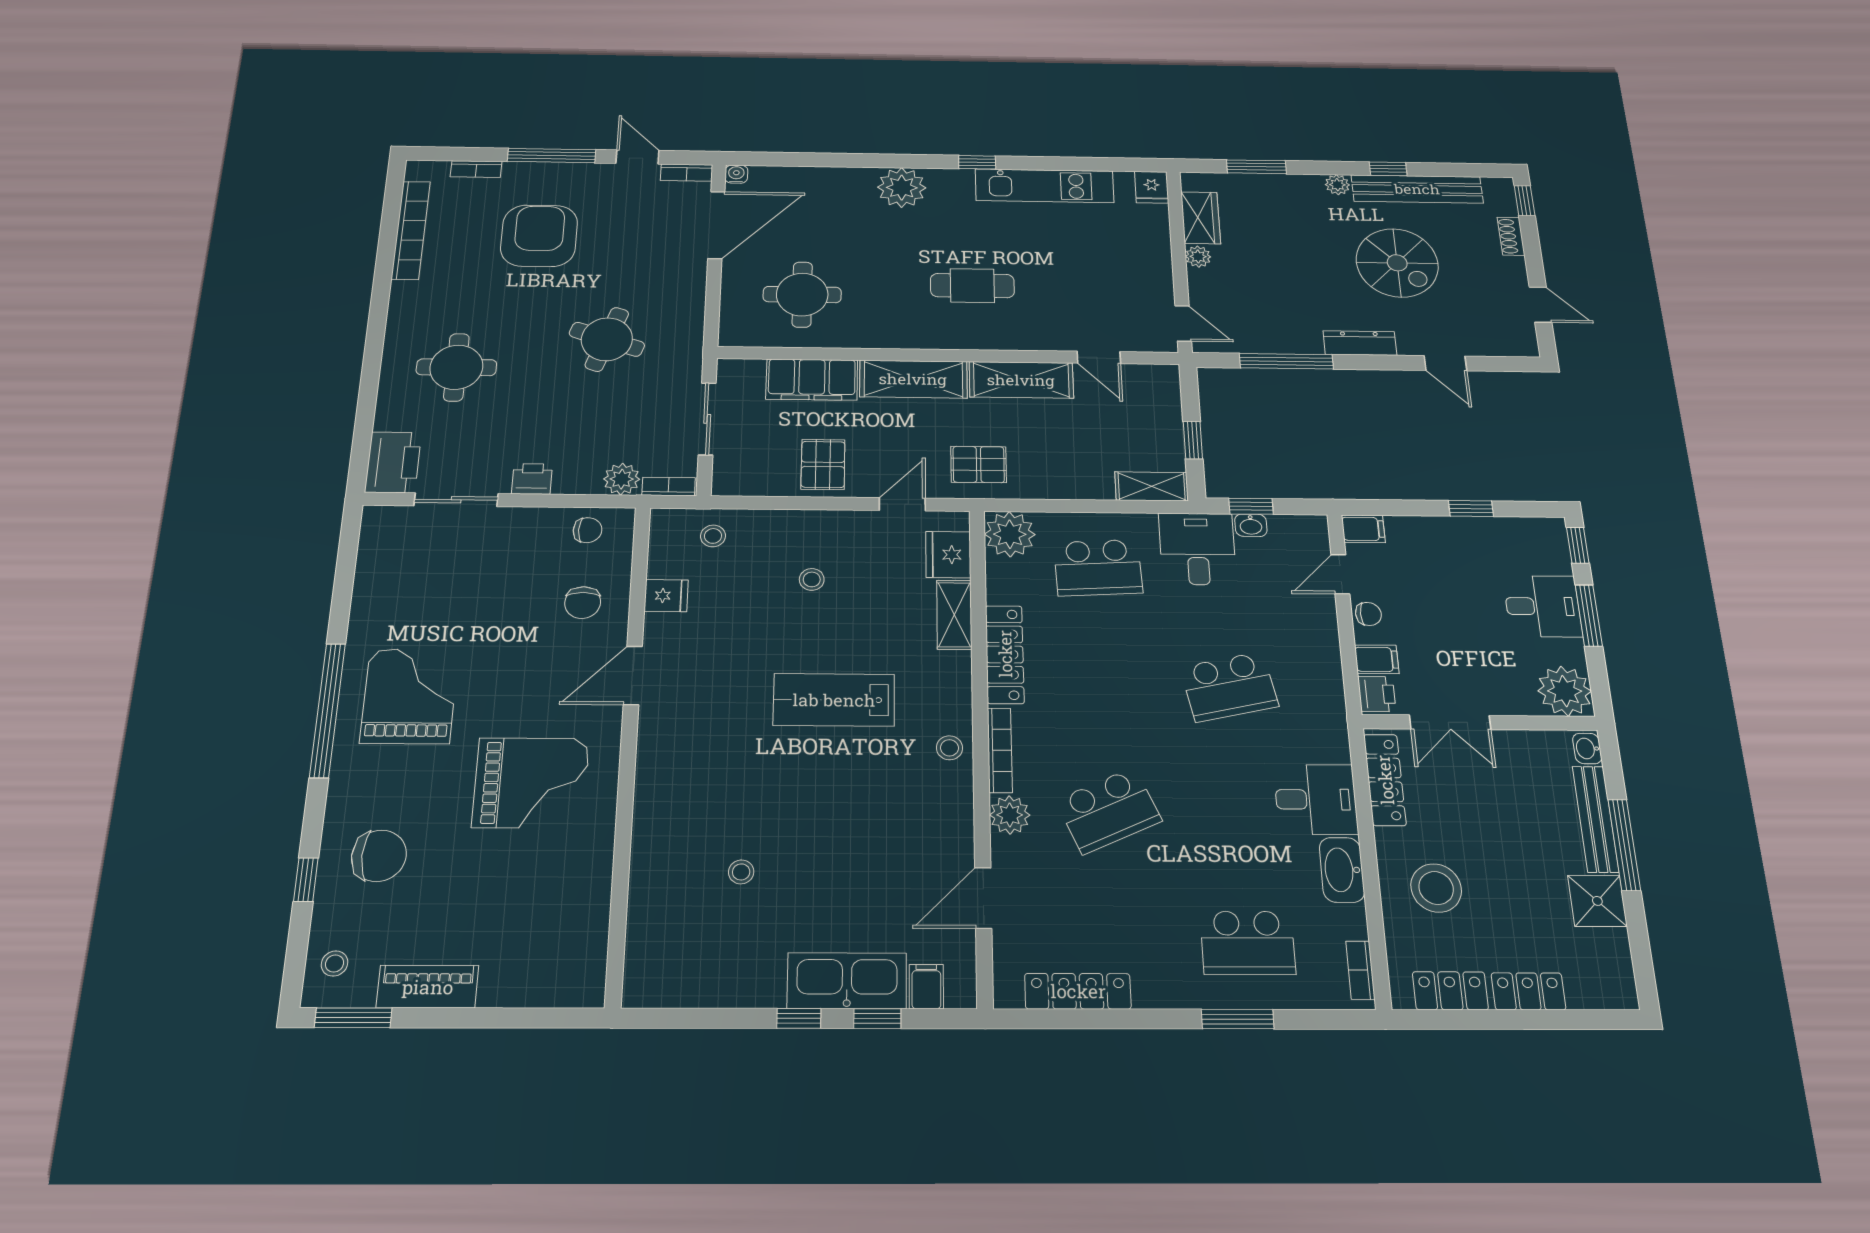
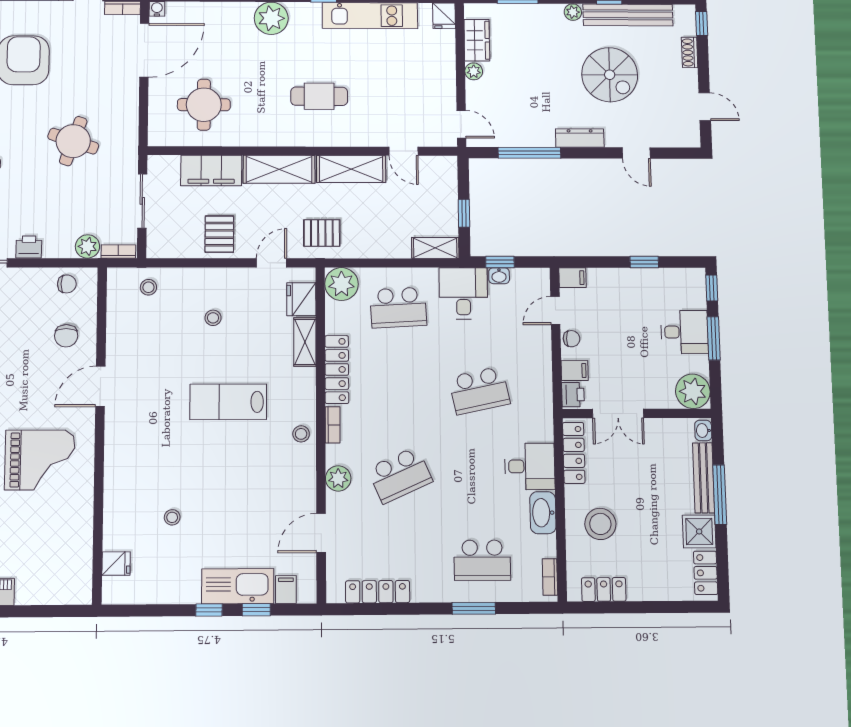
fridge: (666, 596) -> (116, 564), moved
bookcase: (1000, 750) -> (333, 425), width x0.64
locker: (1528, 991) -> (706, 573), moved, turned -90

